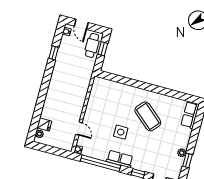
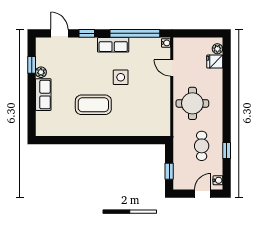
door: (81, 24) -> (203, 194), hinge flipped
cafe table: (92, 45) -> (202, 146), moved
round table: (70, 97) -> (192, 103), added
row of seats: (190, 115) -> (43, 95), moved
coffee table: (148, 116) -> (93, 105), turned -41

